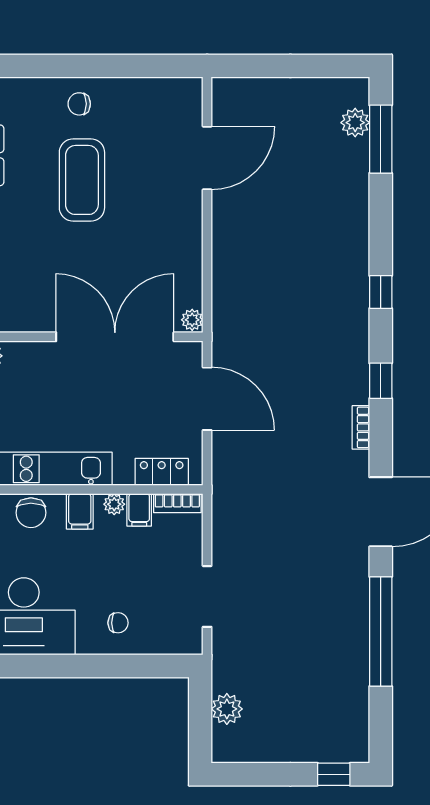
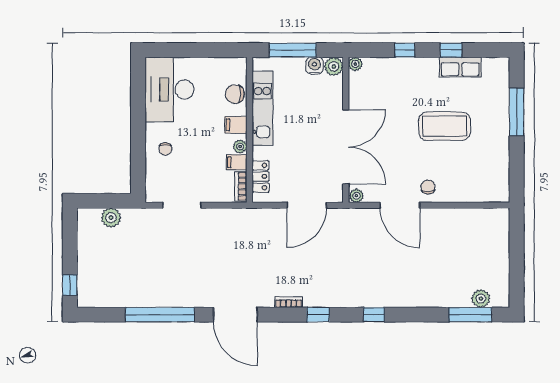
window: (59, 66) -> (517, 112), added
chair: (79, 104) -> (428, 187), moved
door: (207, 158) -> (400, 205), moved

